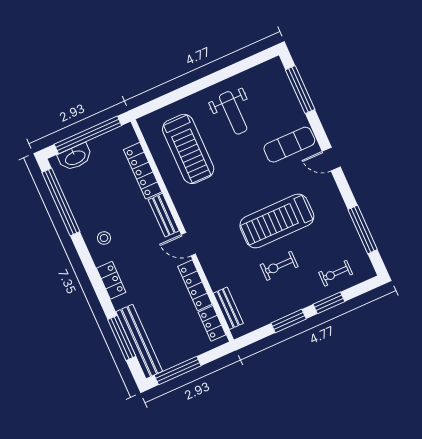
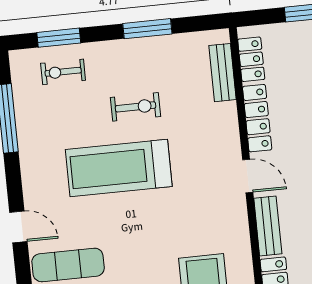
treadmill: (277, 221) -> (119, 168), turned 180
exercise bike: (336, 273) -> (63, 72), turned 180
window: (329, 303) -> (59, 38), moved

